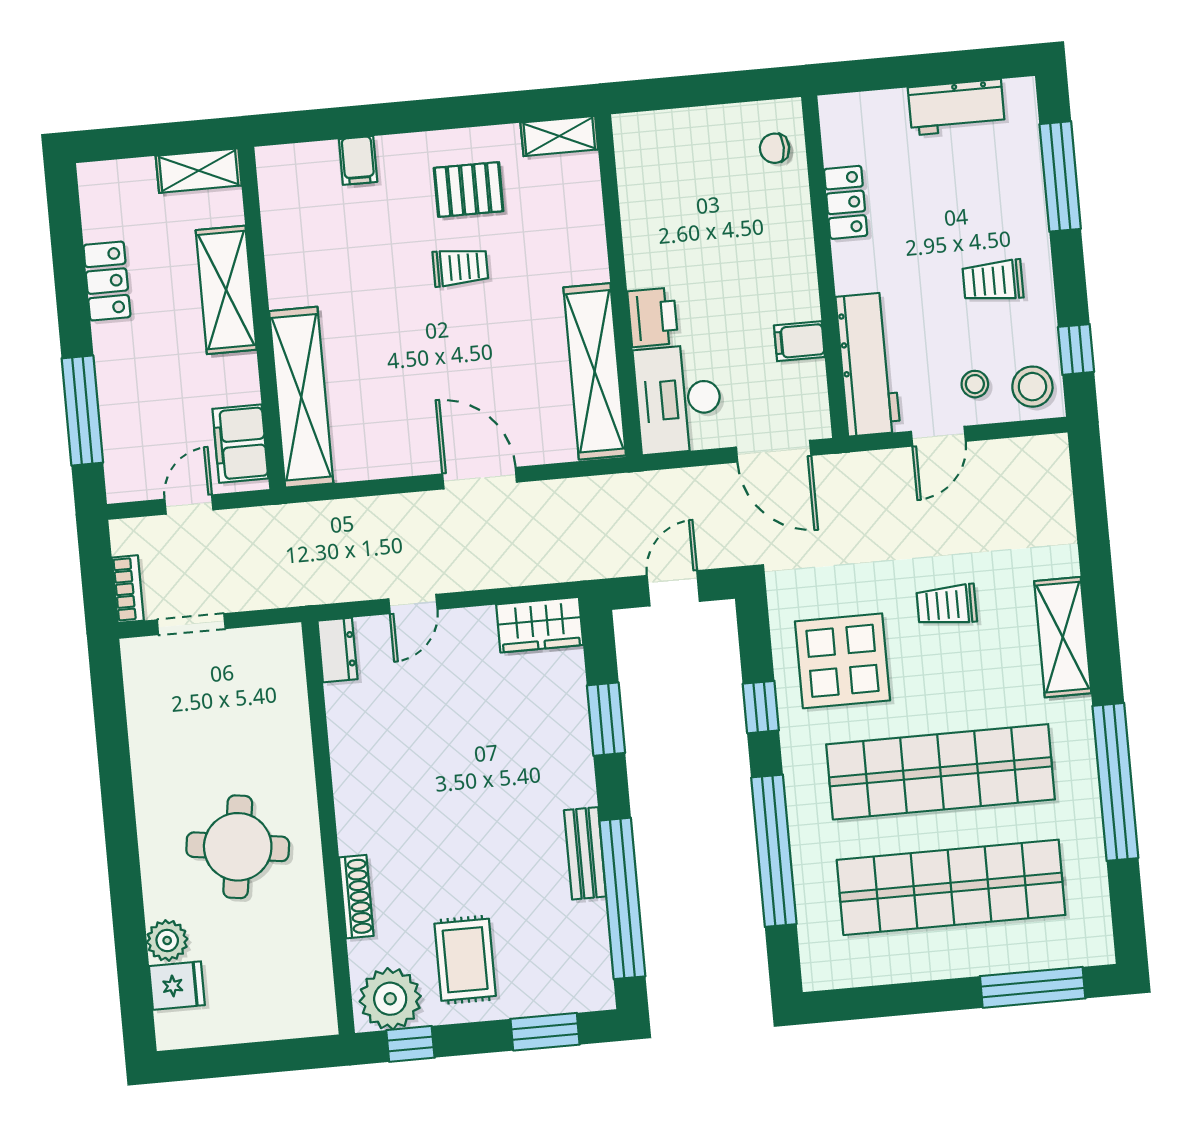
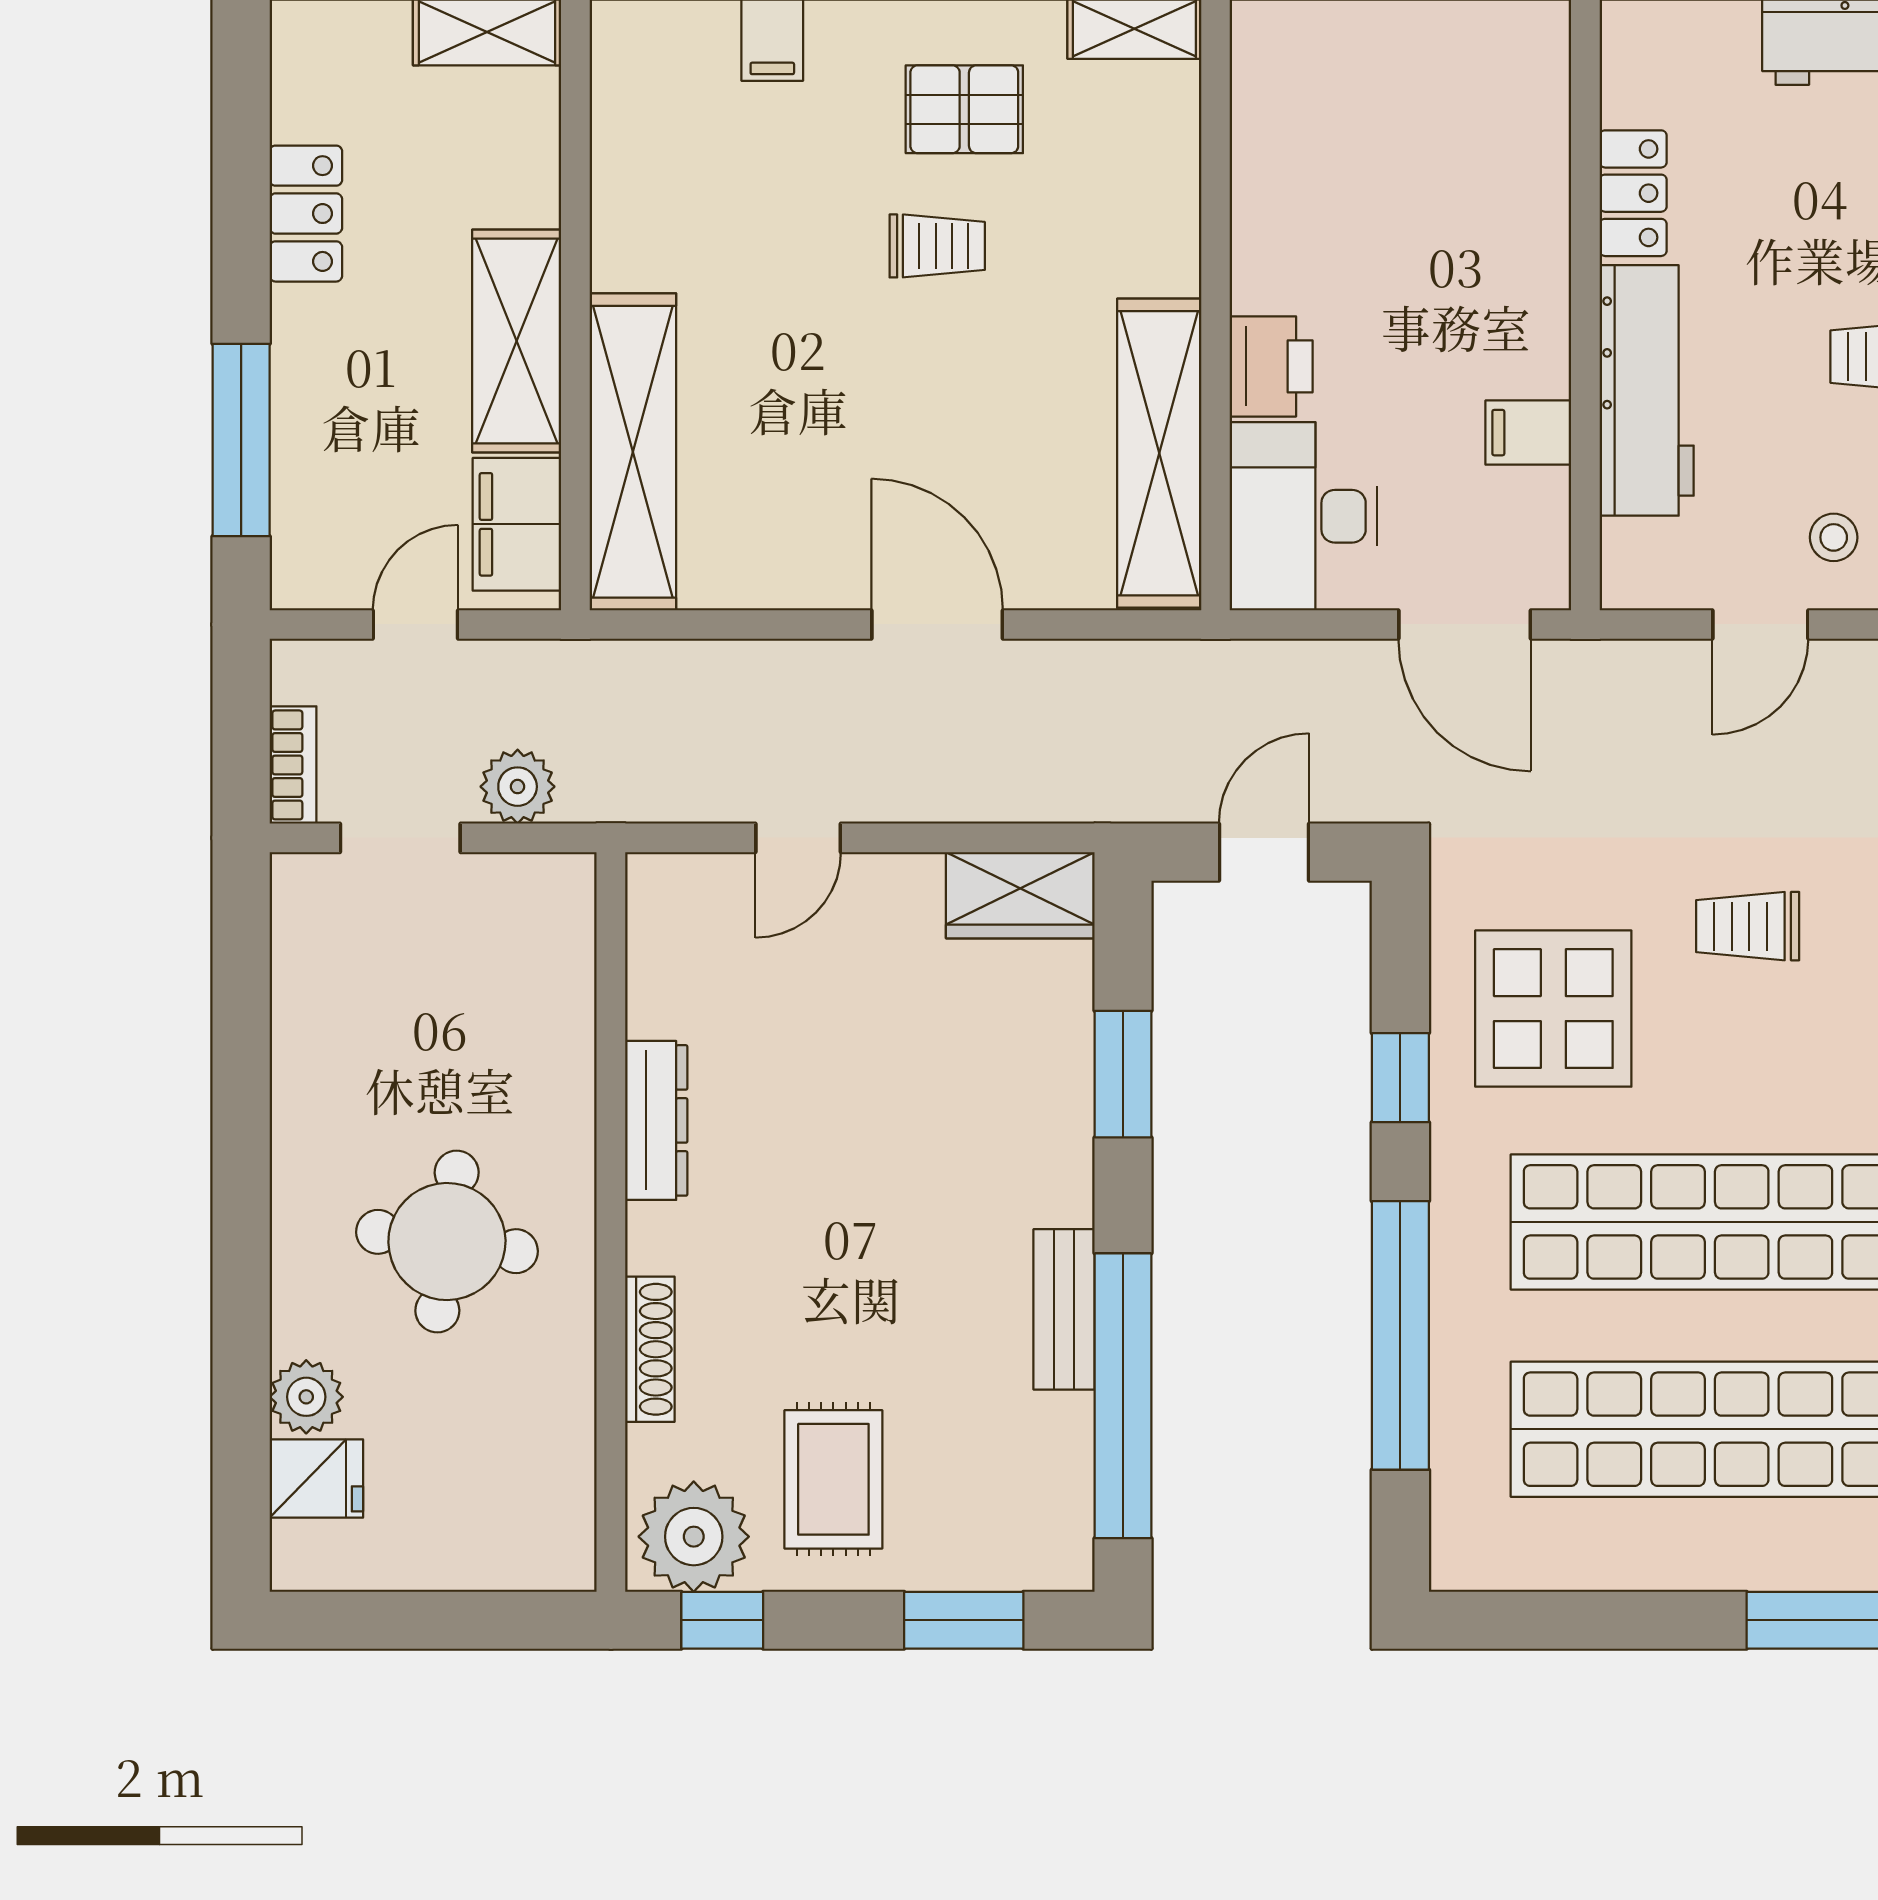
chair: (775, 148) -> (1515, 85), removed
shelving: (226, 290) -> (517, 341), moved
workbench: (868, 364) -> (1647, 390), moved
plant: (254, 590) -> (518, 787), added
dresser: (337, 650) -> (656, 1120), moved, width x1.44

